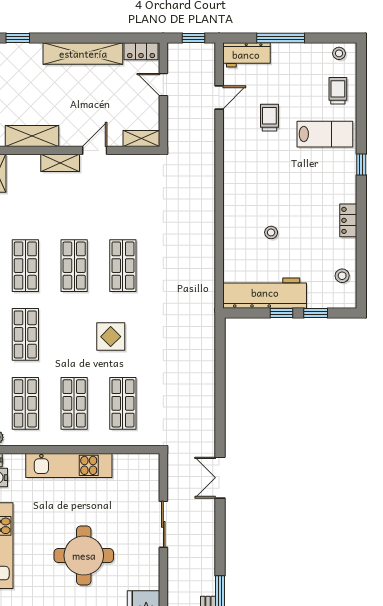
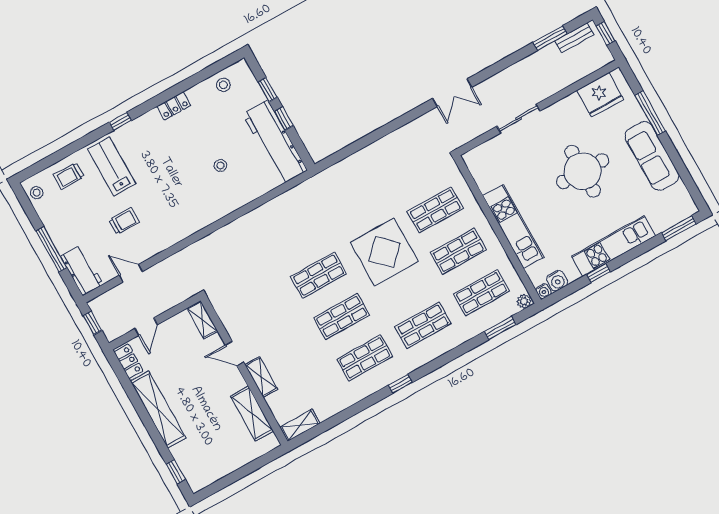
trolley: (269, 118) -> (124, 221), turned 180
display table: (111, 337) -> (384, 252), width x1.86, depth x1.86

